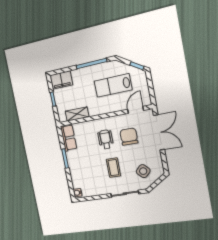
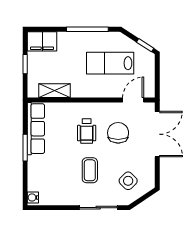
row of seats: (68, 138) -> (36, 129), width x1.48
wheelchair: (106, 139) -> (87, 131), turned 180

